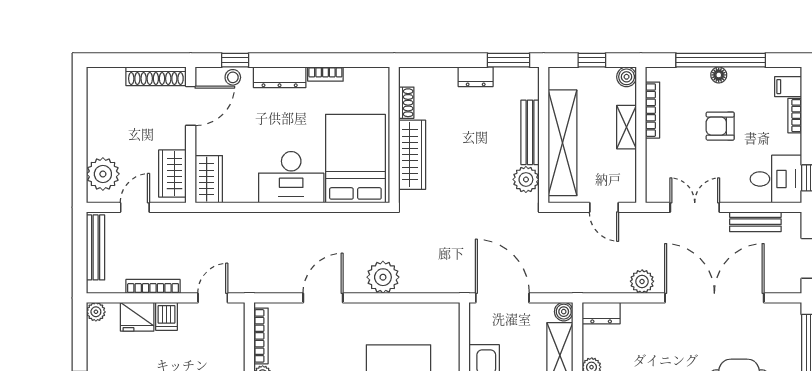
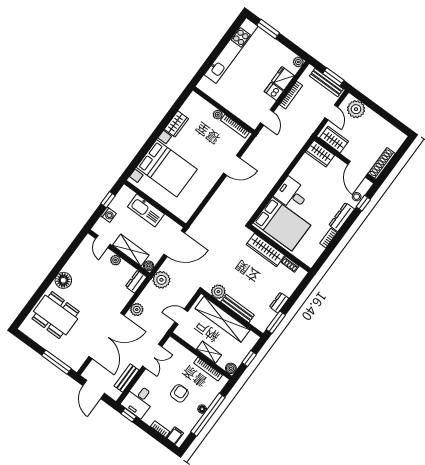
desk: (291, 177) -> (292, 194), width x0.73
window: (80, 243) -> (333, 77), added
plant: (383, 277) -> (161, 280), moved
door: (323, 298) -> (232, 165), hinge flipped

